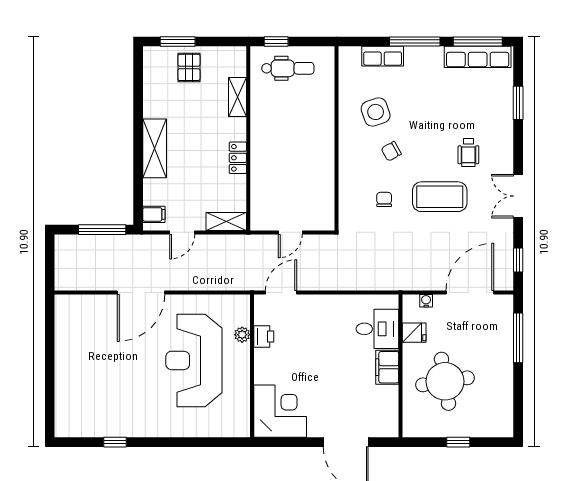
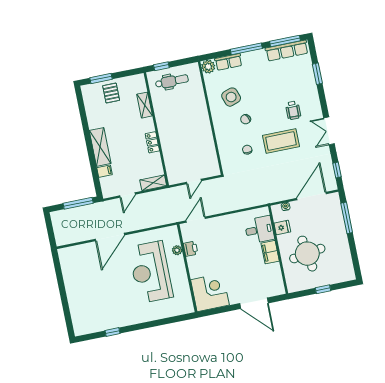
plant: (349, 57) -> (208, 67), added
filing cabinet: (154, 214) -> (105, 171), moved

